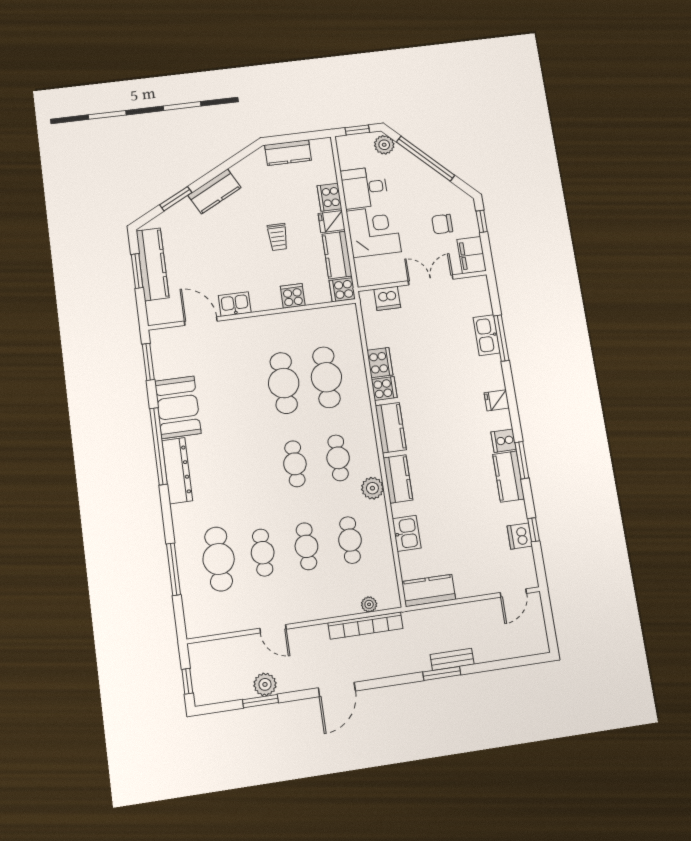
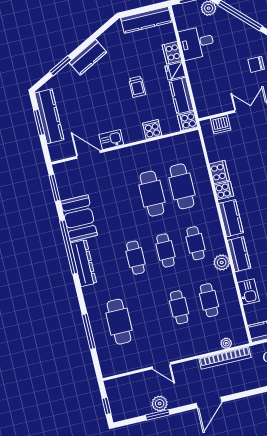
kitchen counter: (288, 153) -> (146, 20), width x1.50
corner desk: (374, 231) -> (206, 75), removed
cafe table: (263, 553) -> (135, 258), moved

